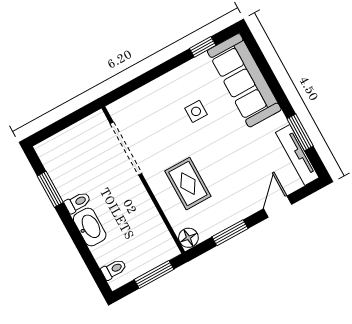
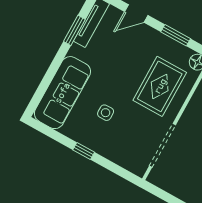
window: (203, 47) -> (84, 151), moved
rug: (188, 184) -> (160, 86), width x1.36, depth x1.43

